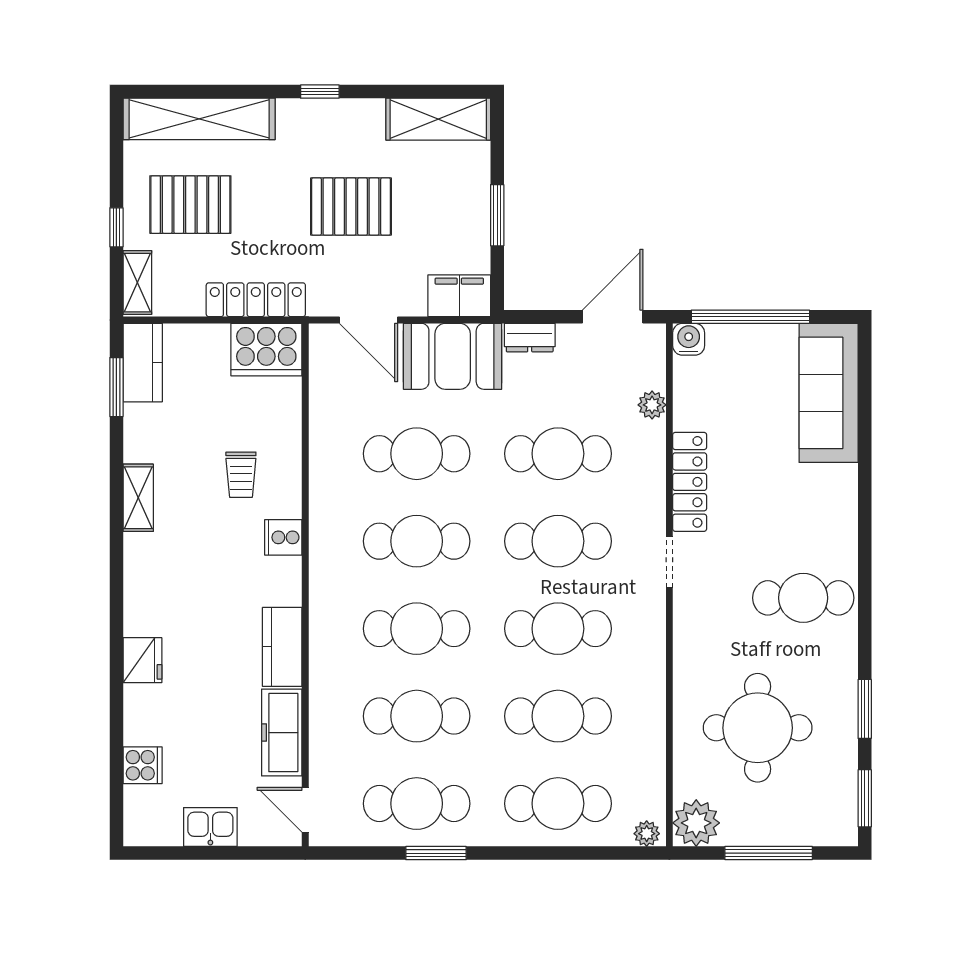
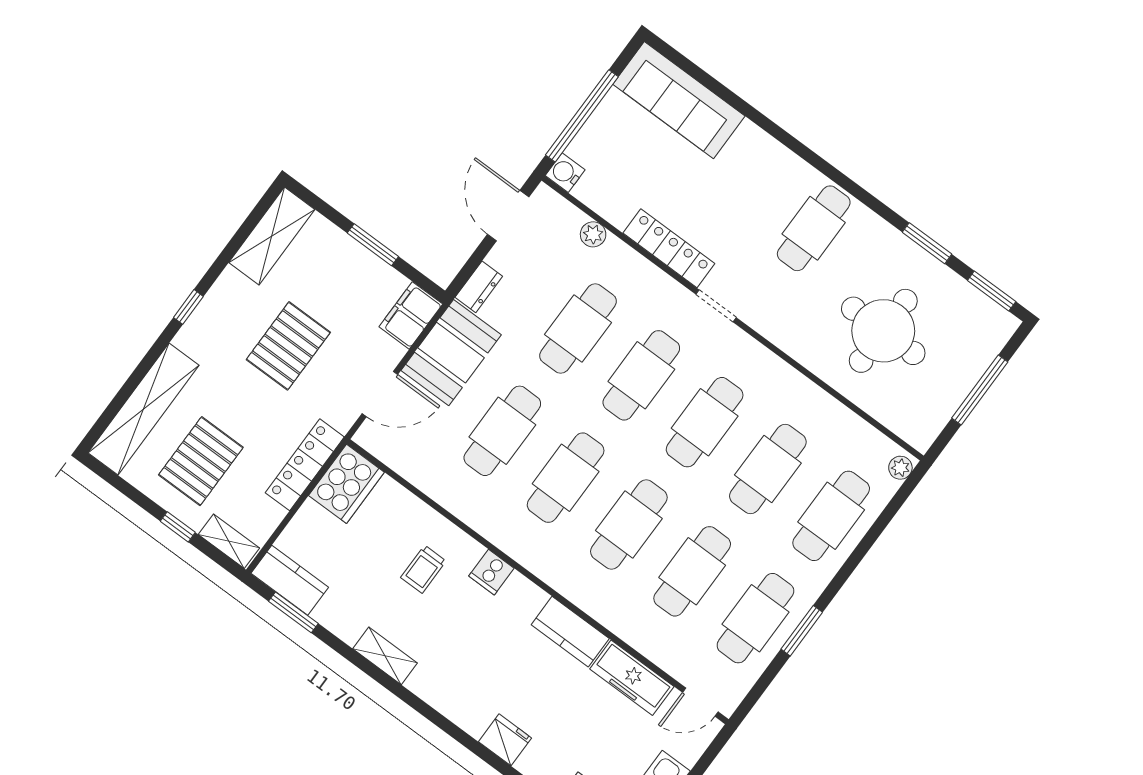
trolley: (241, 475) -> (423, 569), turned 90
plant: (696, 823) -> (919, 426), removed

